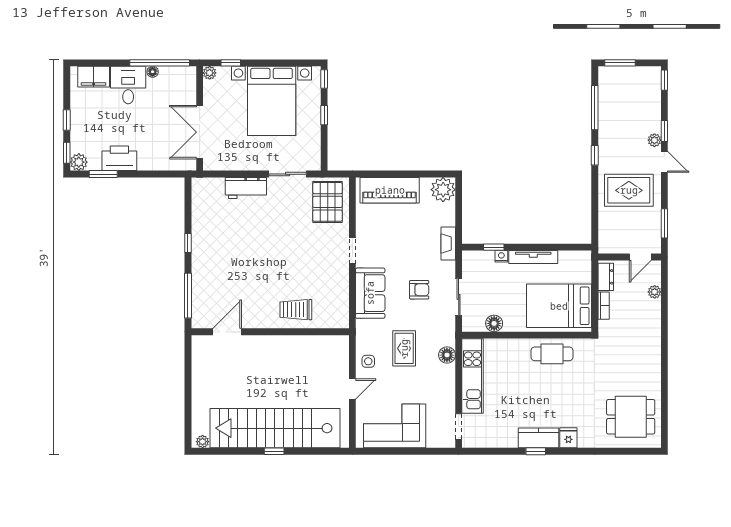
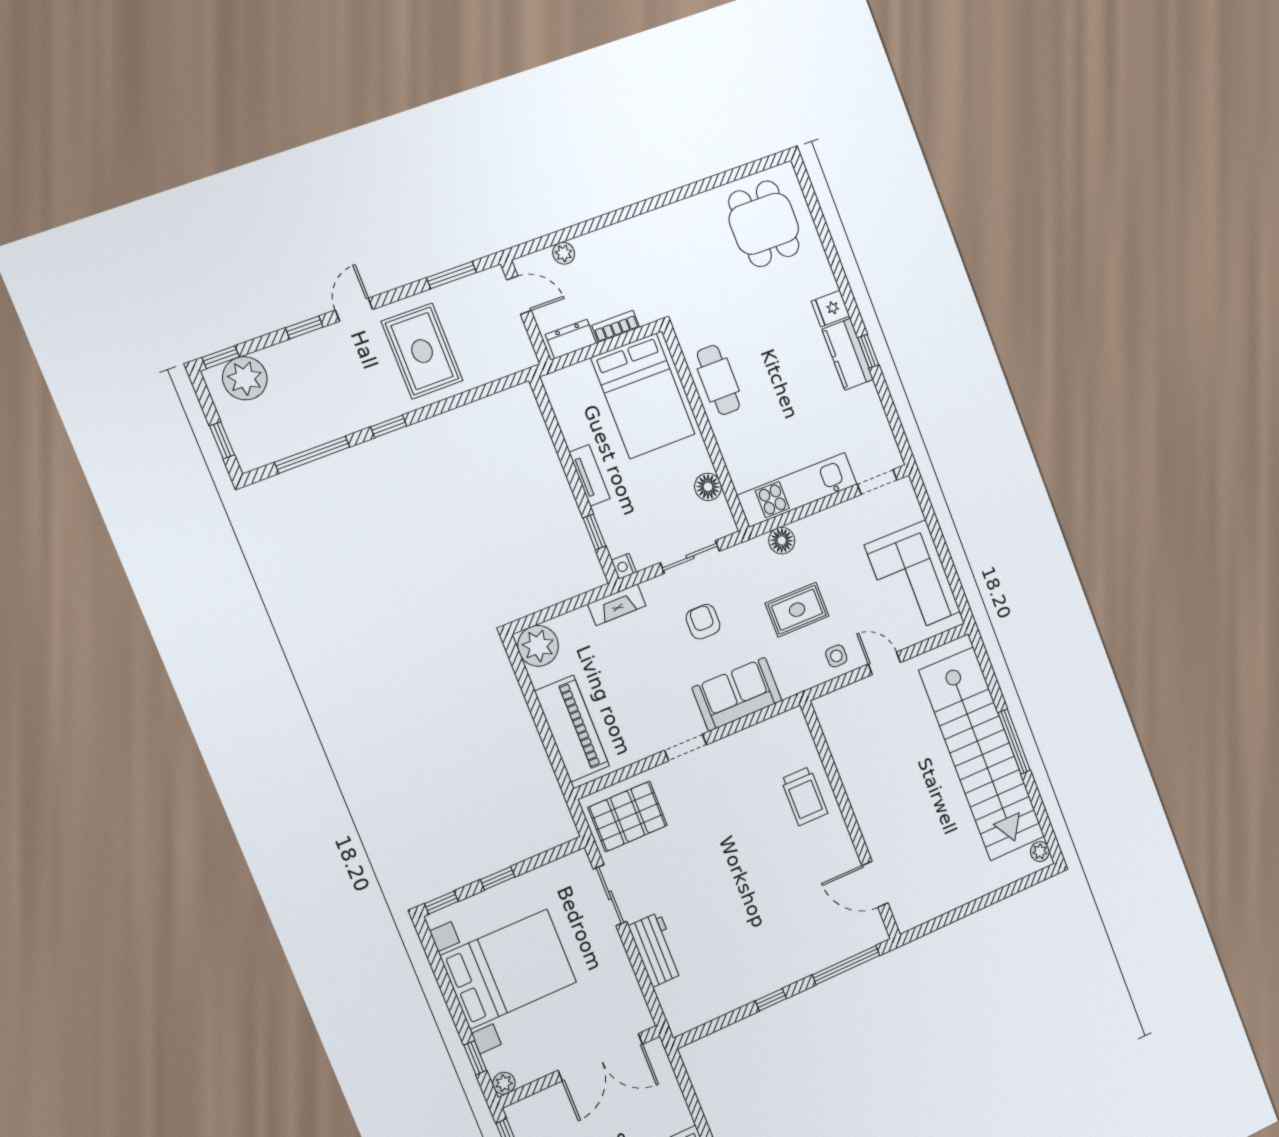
window: (620, 63) -> (222, 440), width x0.67
plant: (654, 140) -> (245, 378), moved, width x1.87, depth x1.87
nightstand: (501, 256) -> (624, 566), moved
tv unit: (533, 257) -> (590, 475), width x0.71
window: (274, 451) -> (1014, 742), width x2.17

